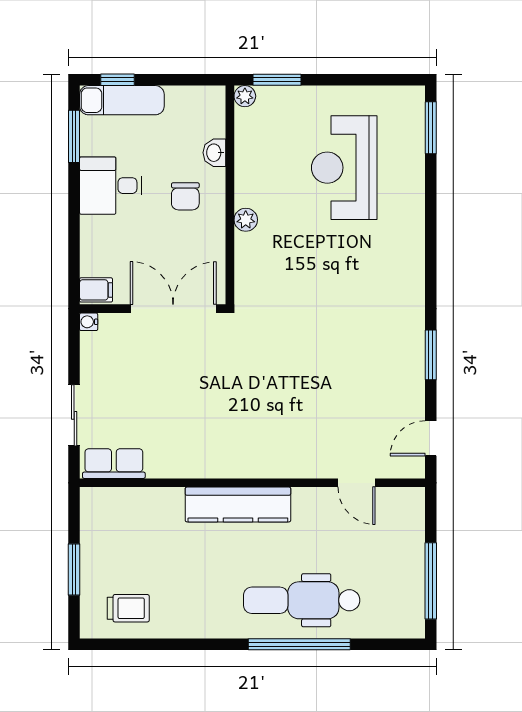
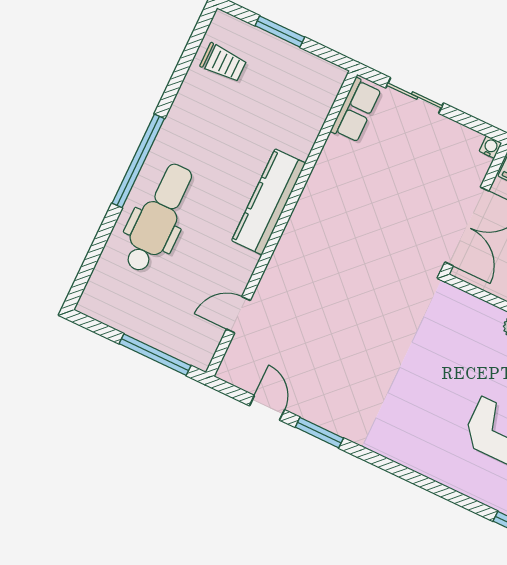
door: (431, 438) -> (267, 408), moved
window: (431, 581) -> (155, 355), moved
trolley: (128, 608) -> (223, 63), turned -90
window: (299, 644) -> (138, 161), moved

